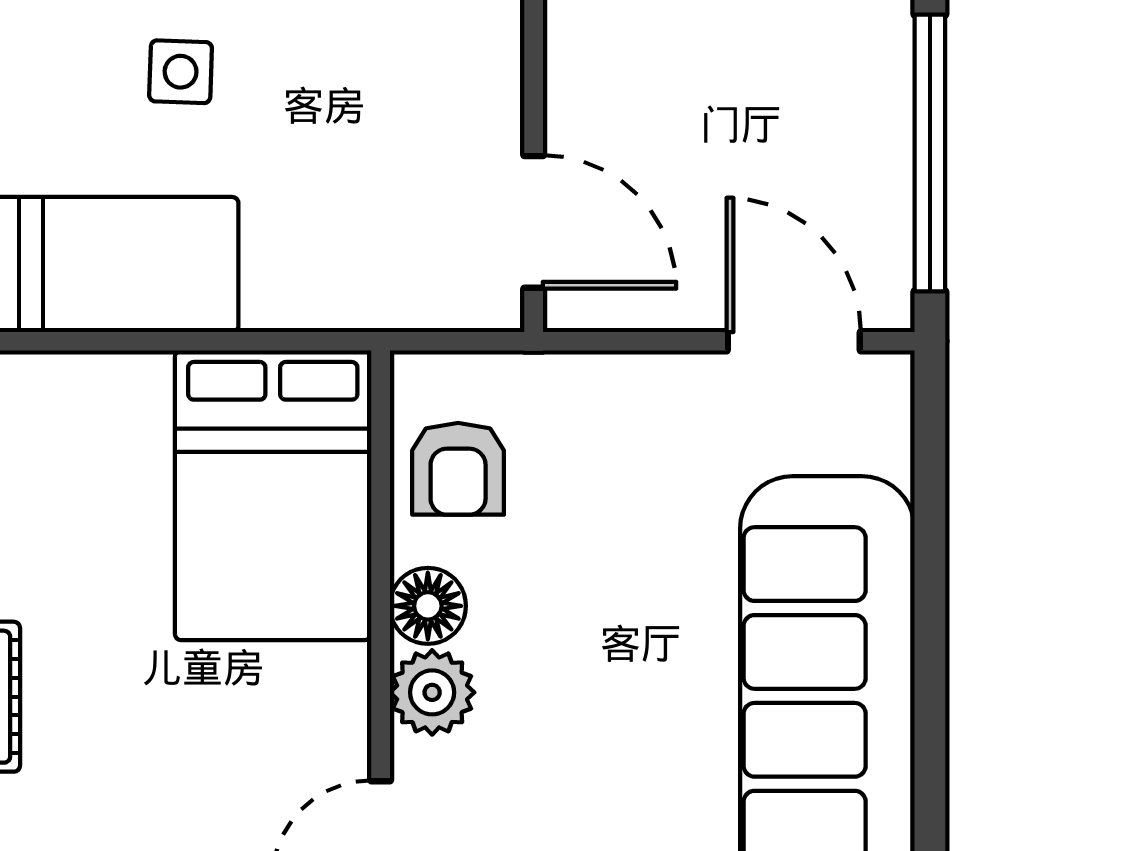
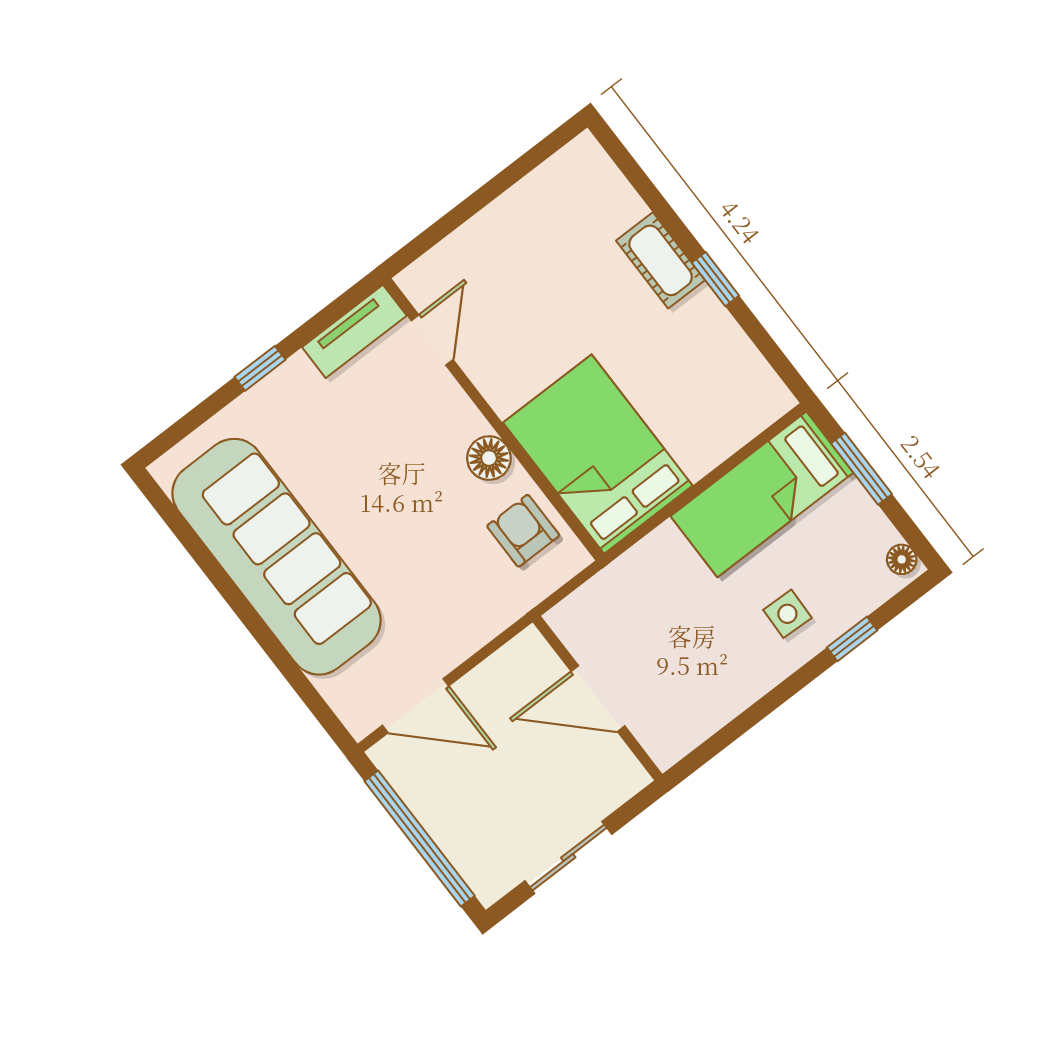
door: (534, 222) -> (598, 699), moved
plant: (432, 692) -> (457, 420), removed

